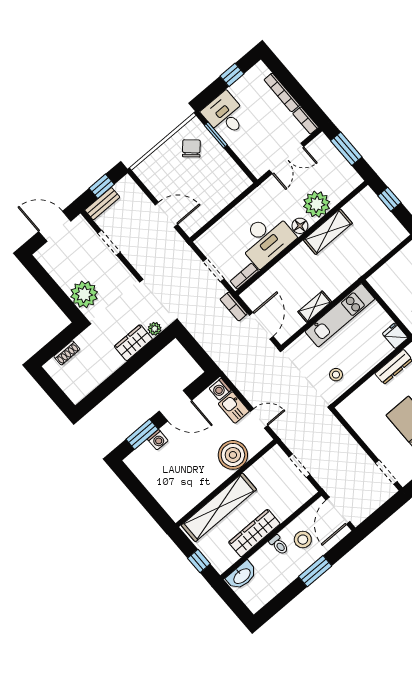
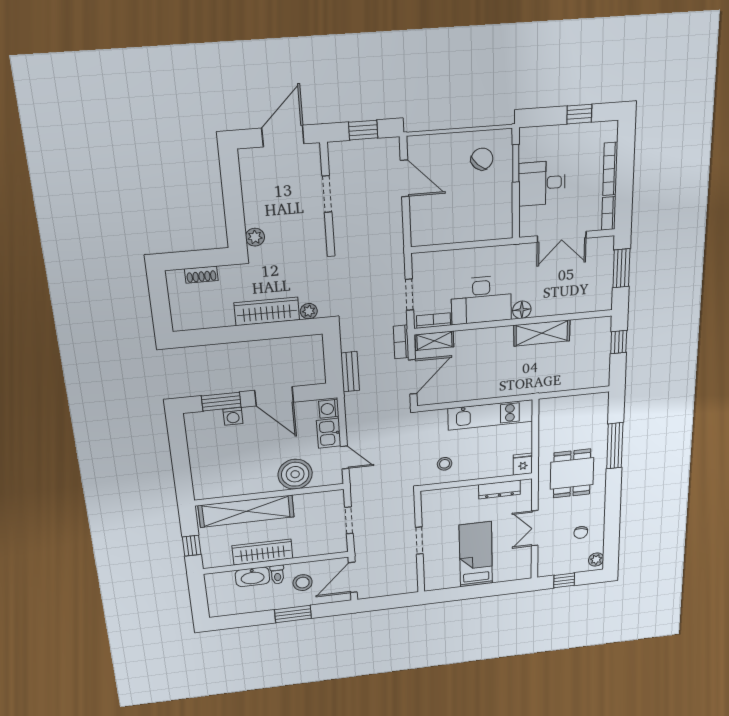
desk: (225, 115) -> (542, 183), moved, turned -90
bench: (102, 204) -> (350, 372), moved, turned 90
plant: (317, 204) -> (553, 301), removed
door: (166, 215) -> (405, 178), moved
door: (55, 226) -> (283, 136), hinge flipped
plant: (84, 294) -> (255, 237), width x0.53, depth x0.53
shelving: (315, 307) -> (434, 341), moved
wardrobe: (133, 343) -> (267, 311), width x1.50
doorway: (386, 472) -> (419, 541), moved
washbasin: (242, 576) -> (252, 577), moved

